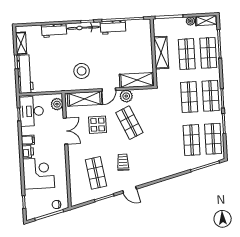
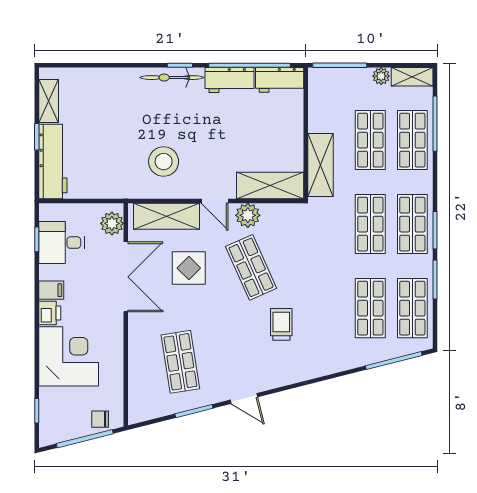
workbench: (54, 31) -> (280, 80), moved
shelving: (161, 53) -> (321, 165), moved
door: (109, 90) -> (215, 201), hinge flipped
desk: (32, 111) -> (62, 243), width x0.73
double door: (66, 131) -> (126, 277), width x1.37
trolley: (123, 162) -> (281, 324), moved

